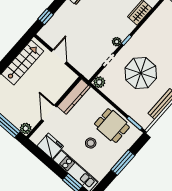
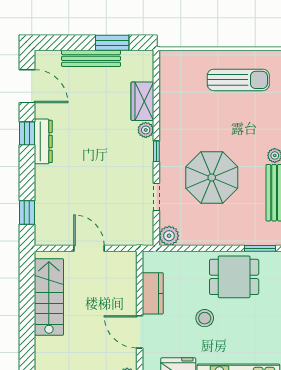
plant: (117, 42) -> (146, 130), moved
kitchen counter: (74, 97) -> (153, 293), width x0.67
stool: (91, 143) -> (205, 318), moved

